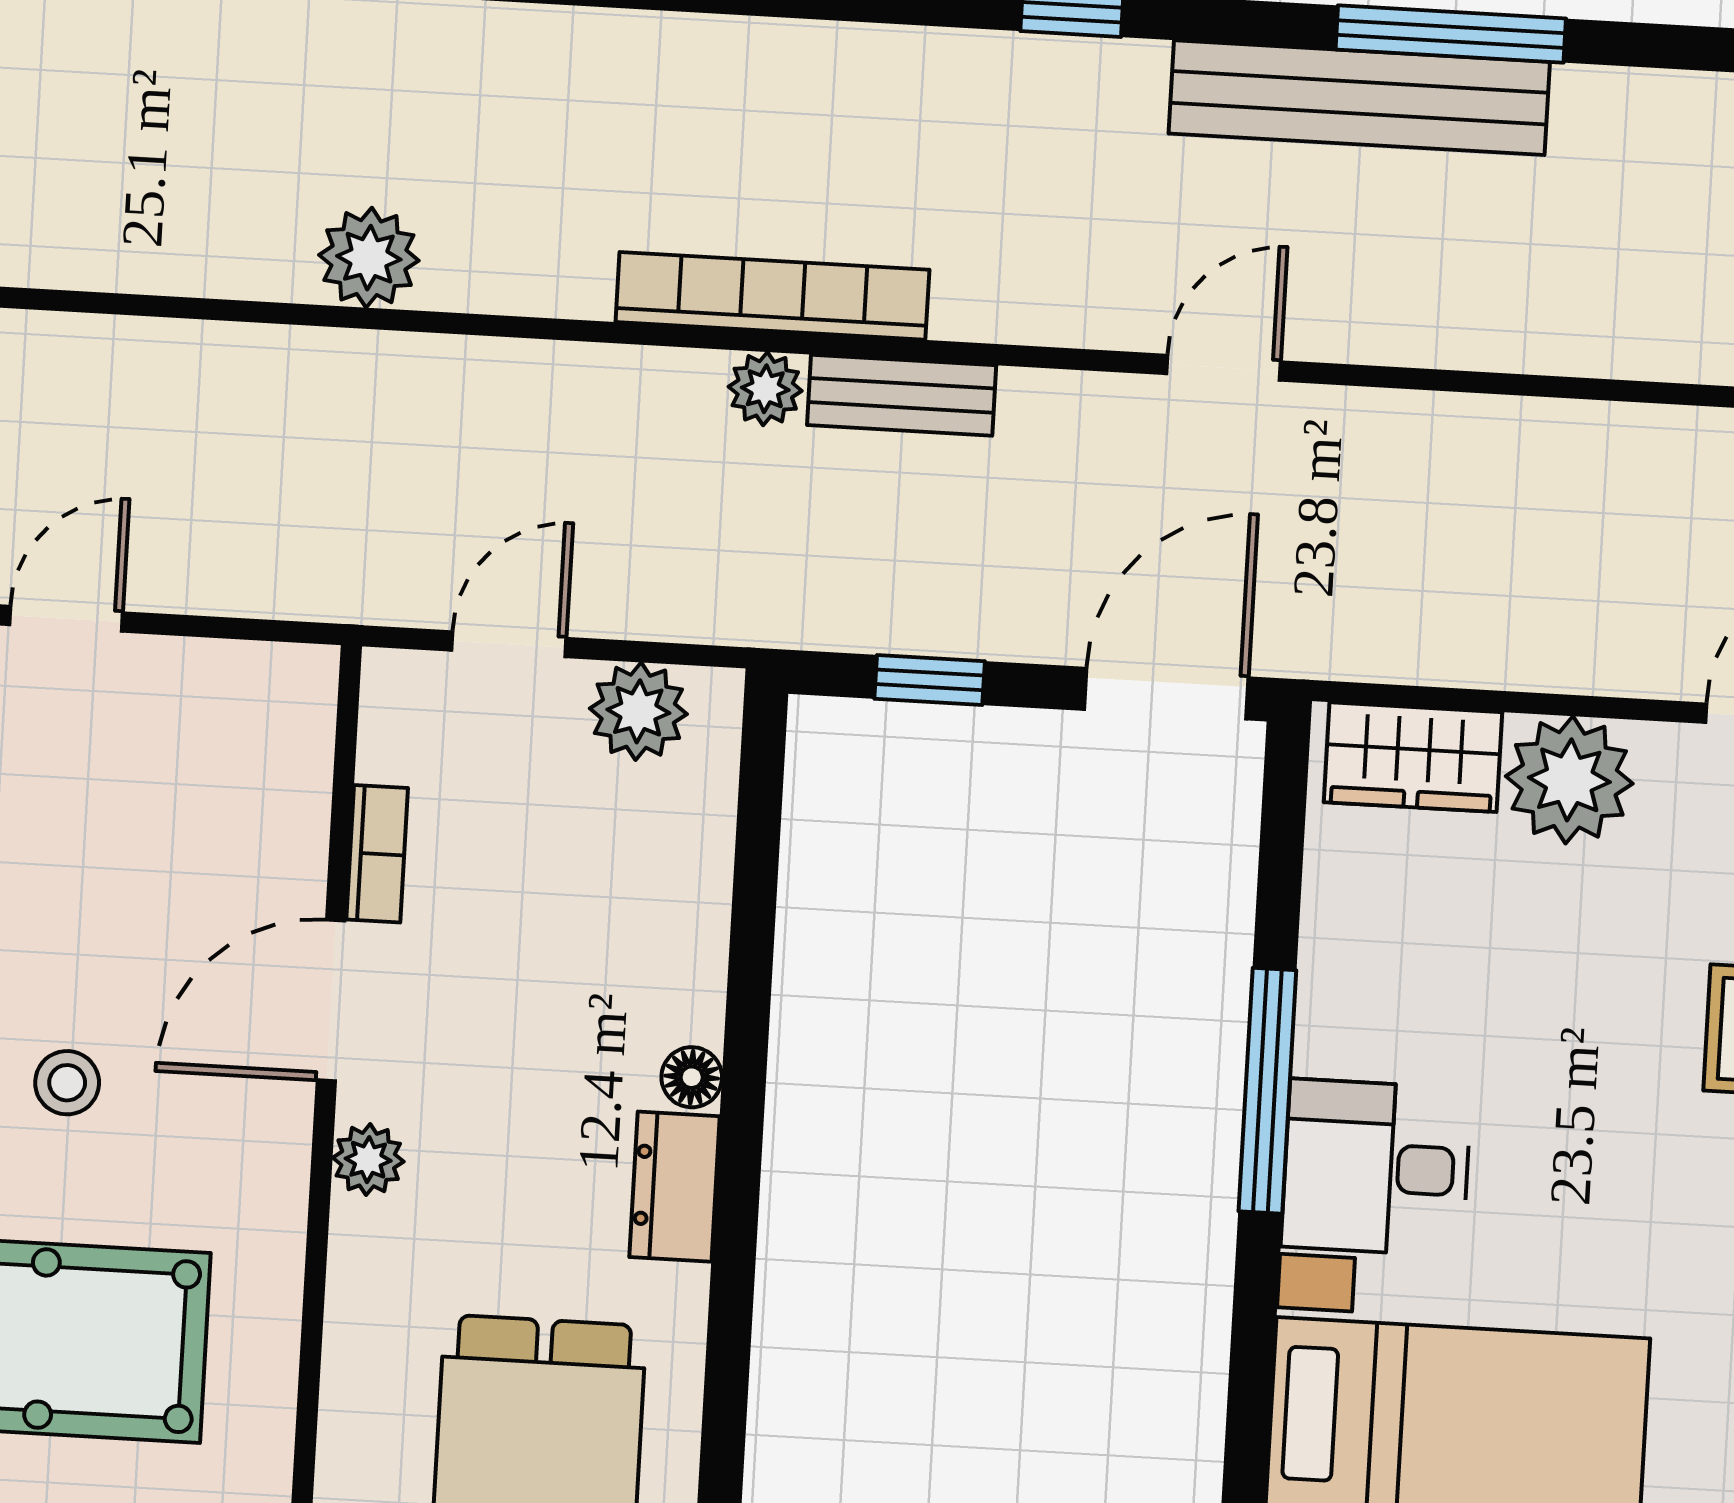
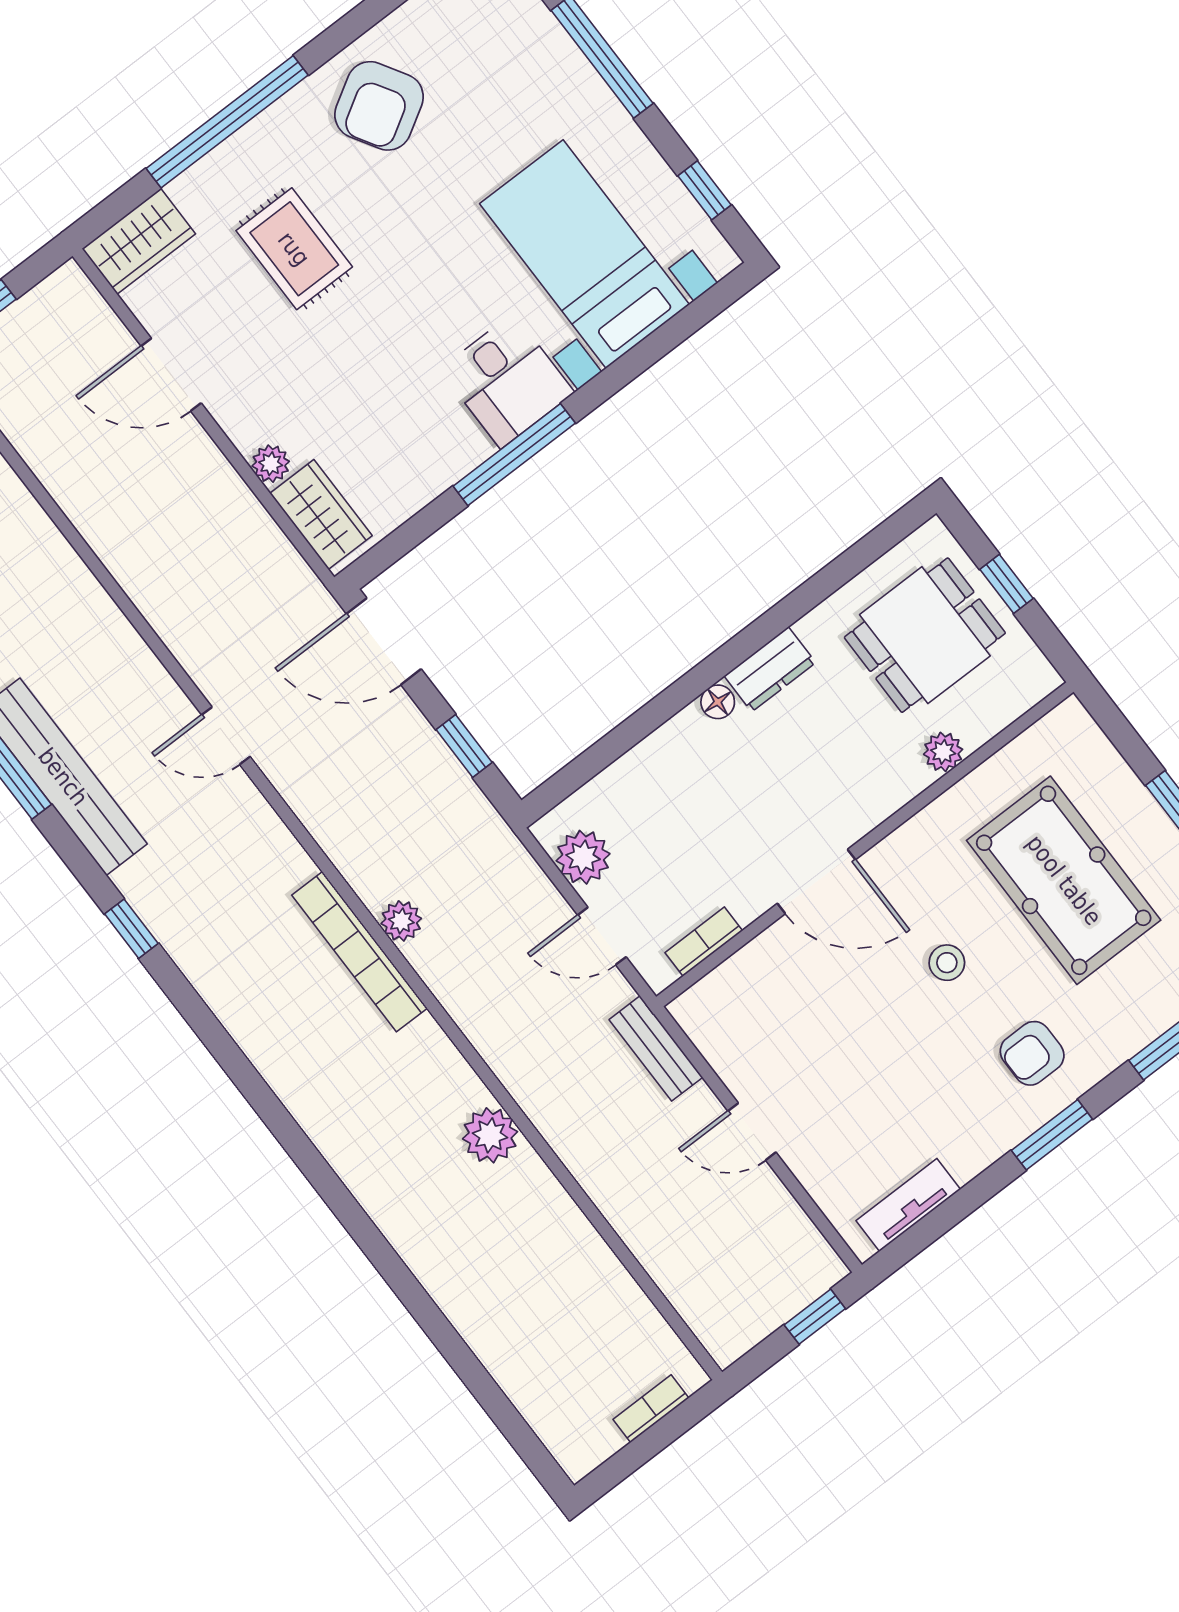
bench: (902, 395) -> (656, 1048), moved
plant: (1569, 780) -> (271, 464), width x0.53, depth x0.53
bookcase: (377, 854) -> (704, 942), moved
plant: (368, 1160) -> (943, 752), moved

